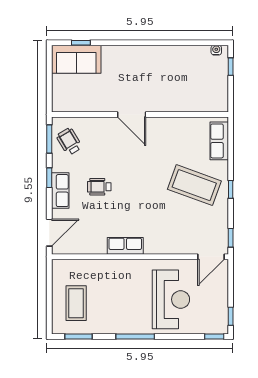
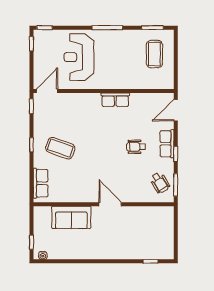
sofa: (76, 59) -> (71, 217), moved, turned 180
coffee table: (194, 185) -> (60, 148), width x0.73, depth x0.76
wheelchair: (99, 187) -> (136, 147), turned 180

